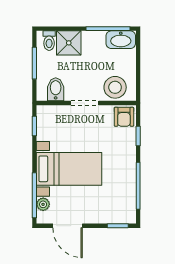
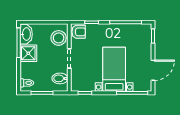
shower: (69, 43) -> (28, 53), moved
plant: (43, 204) -> (138, 87), removed

